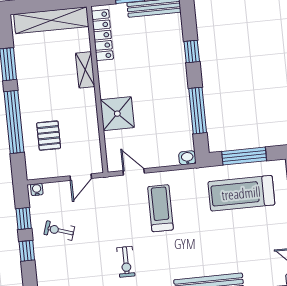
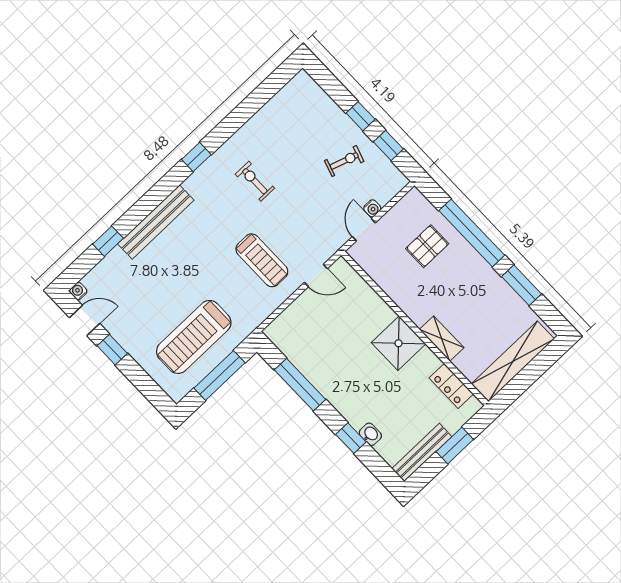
locker: (102, 35) -> (451, 386), width x0.66
shower: (117, 114) -> (399, 343), moved
pallet: (49, 136) -> (427, 246), turned 90
washbasin: (187, 158) -> (370, 434), moved, turned -90
water cooler: (37, 189) -> (372, 208), moved
treadmill: (241, 193) -> (194, 337), turned 180

